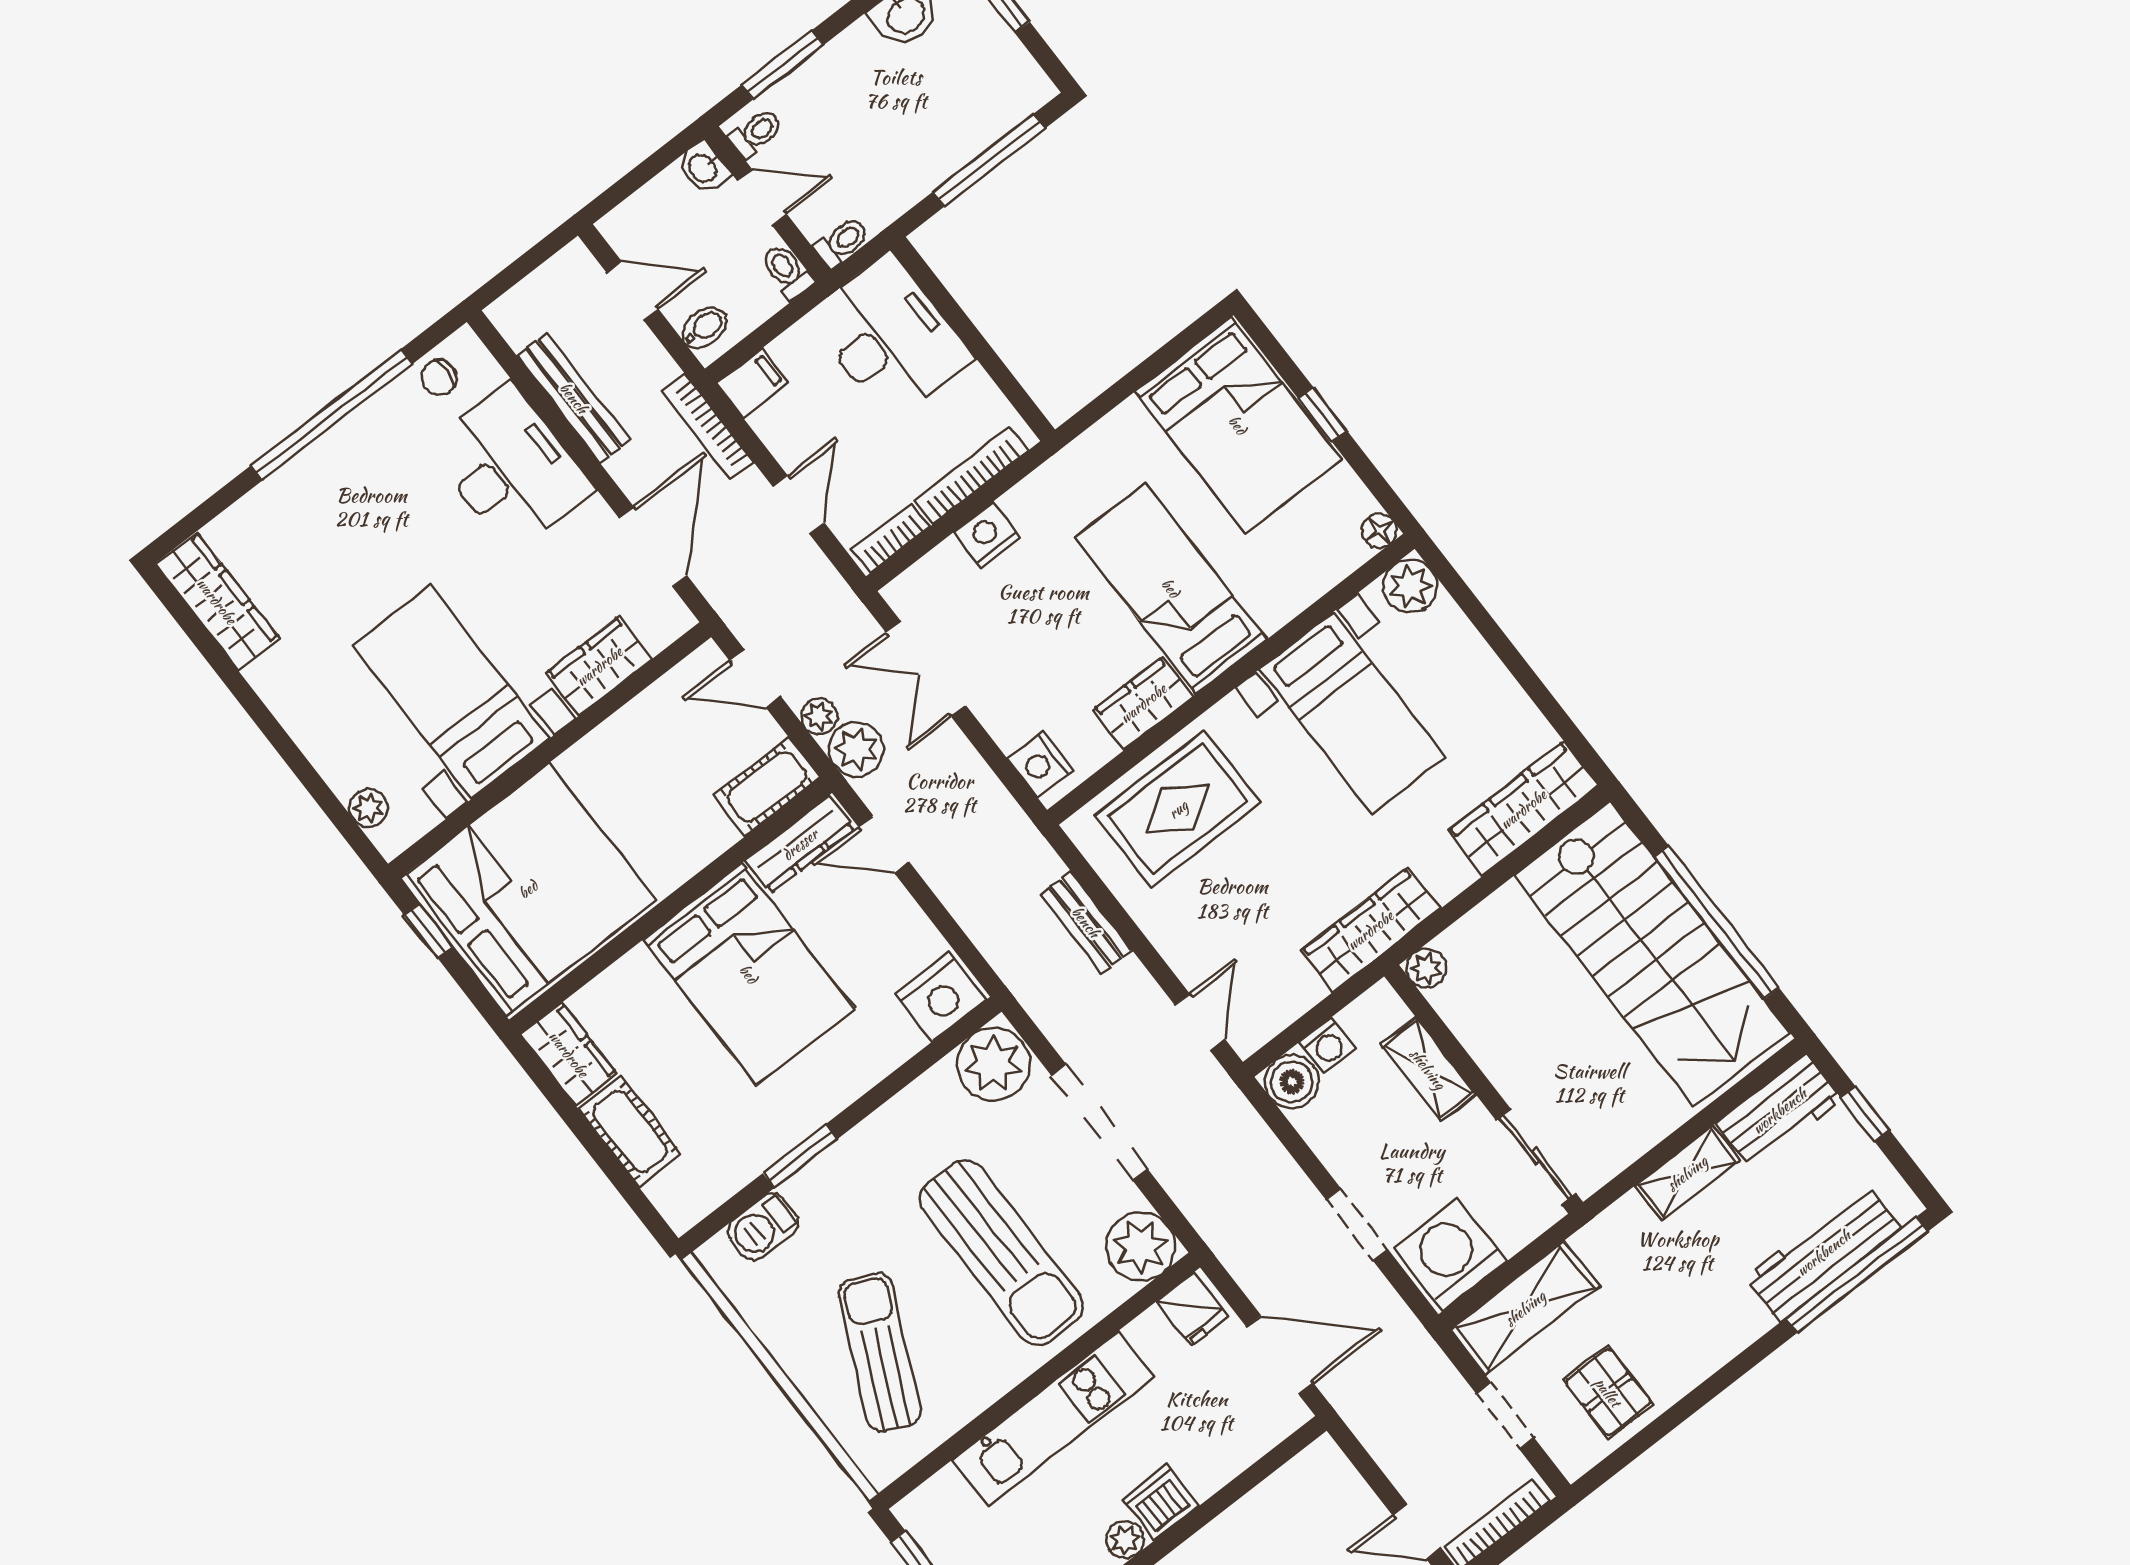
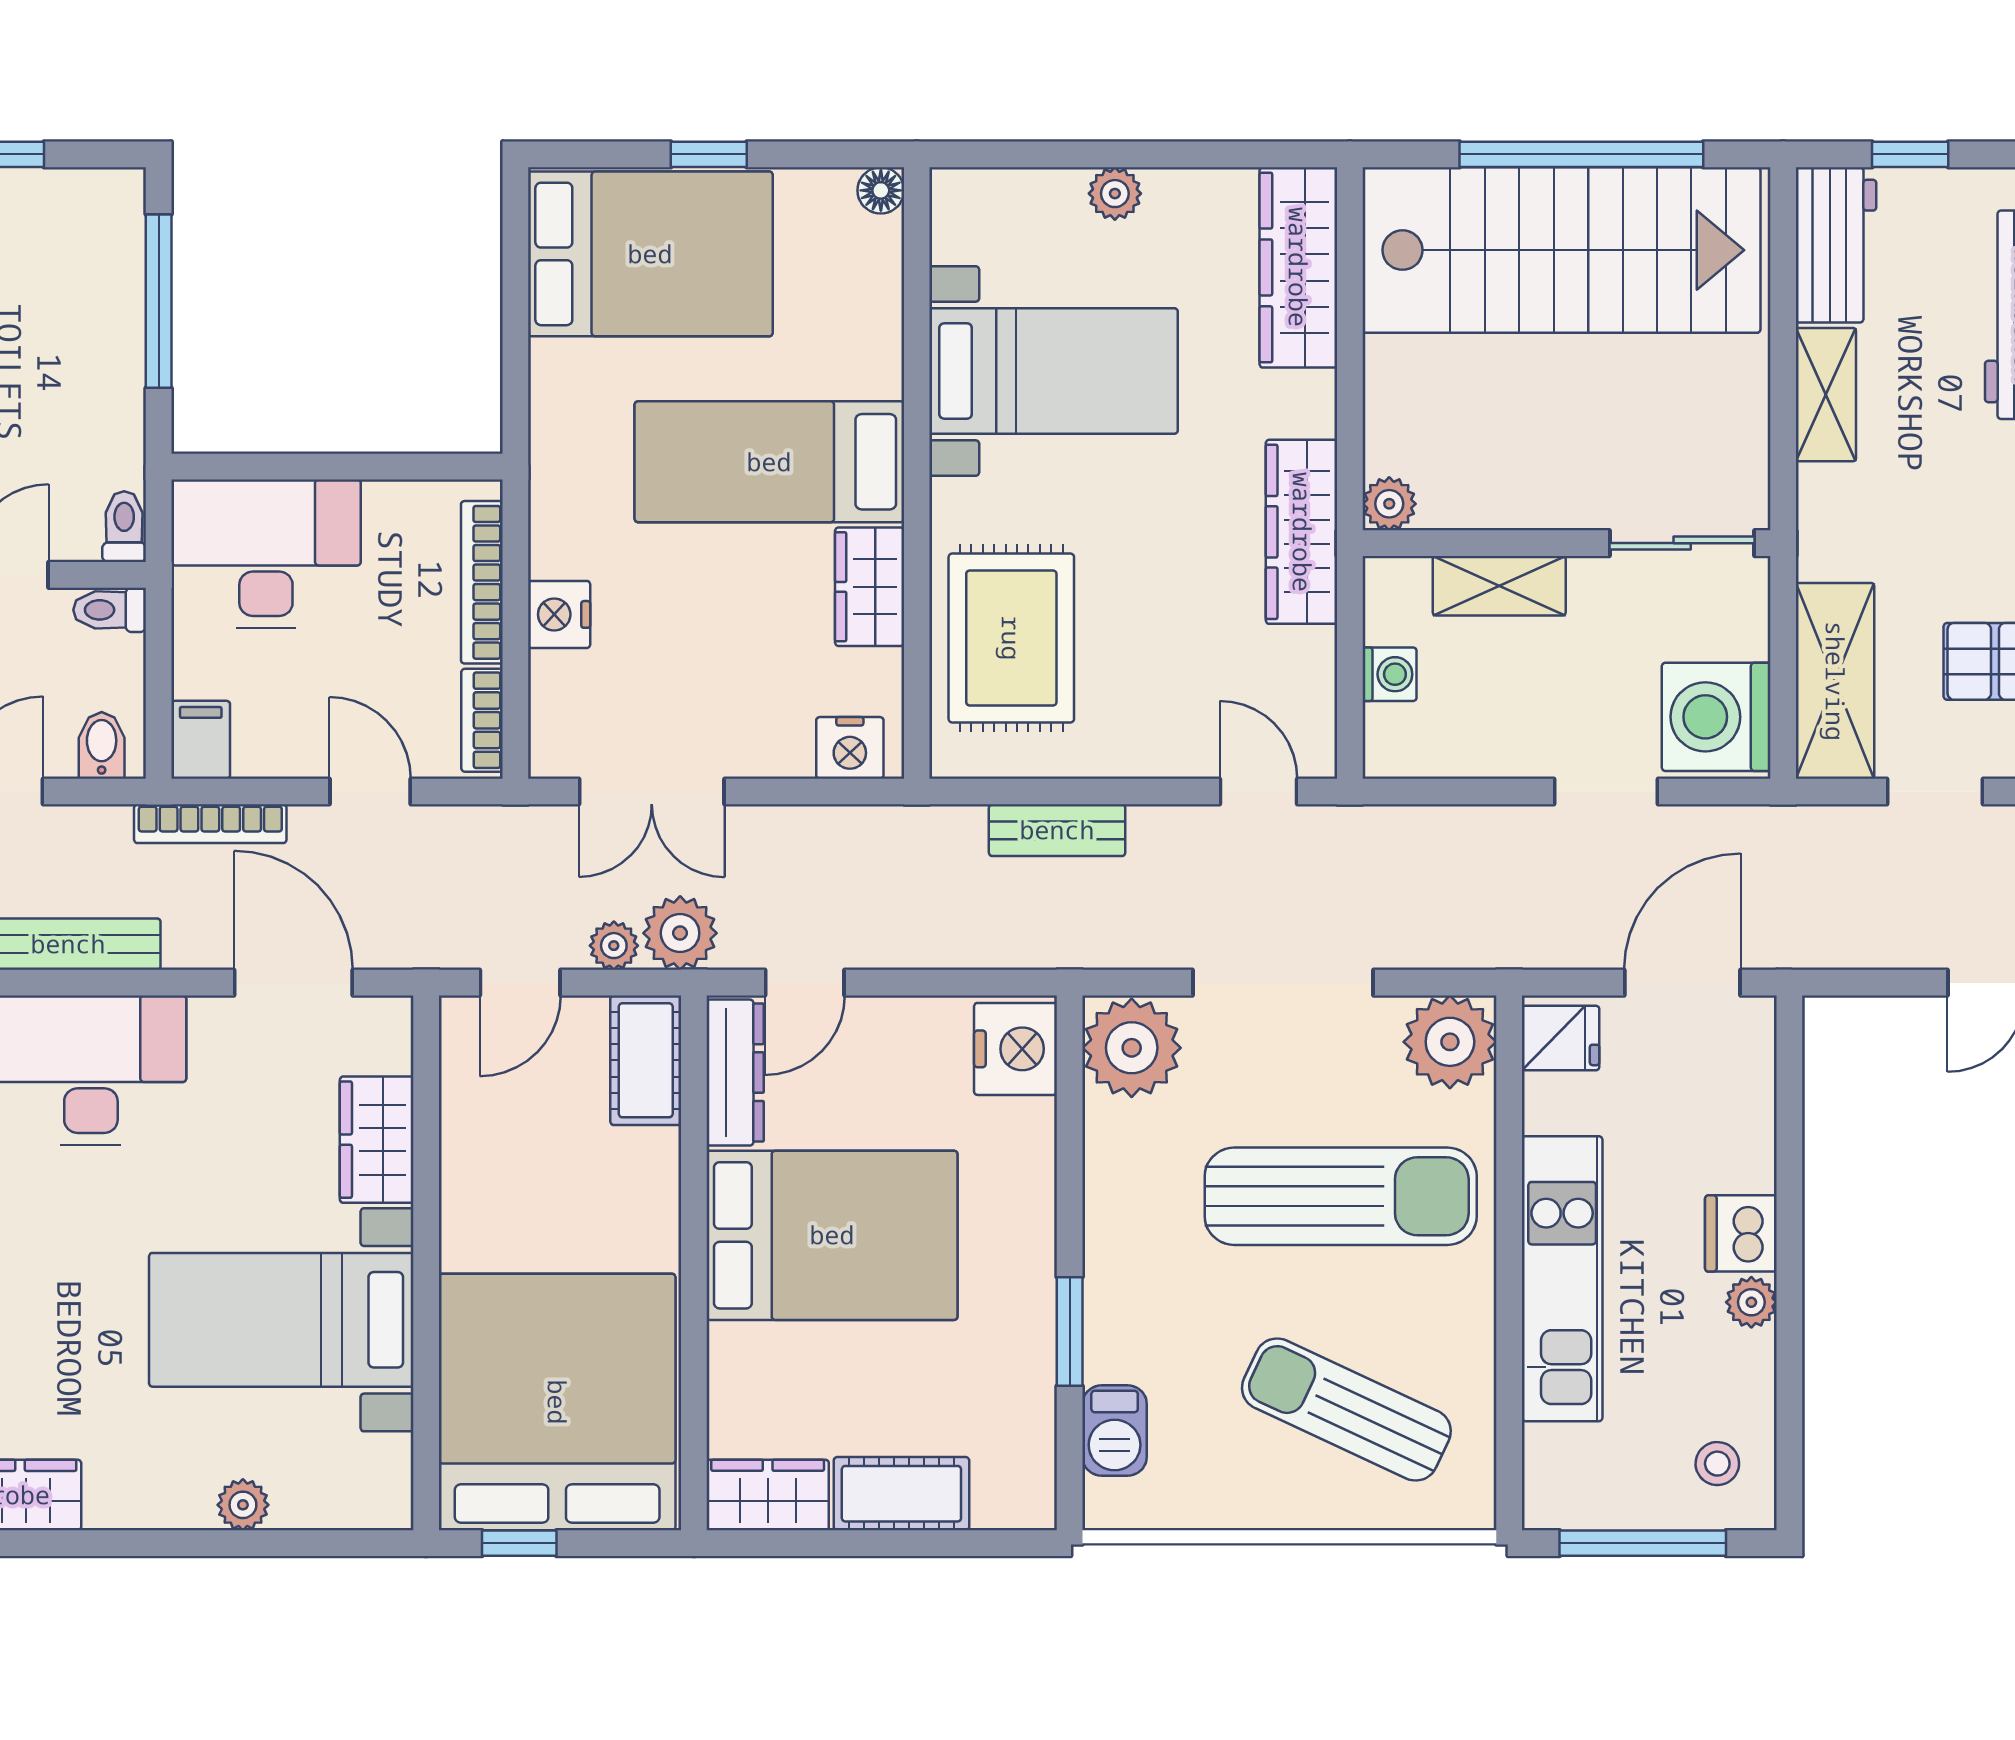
plant: (1410, 586) -> (1115, 194), moved, width x0.73, depth x0.73
plant: (369, 808) -> (243, 1505), moved
boiler: (1292, 1082) -> (1399, 742), removed

